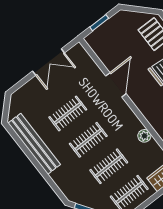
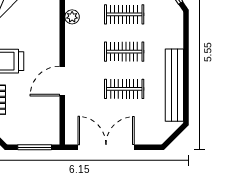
window: (99, 23) -> (35, 147), width x1.50
double door: (48, 62) -> (106, 147), width x1.37

